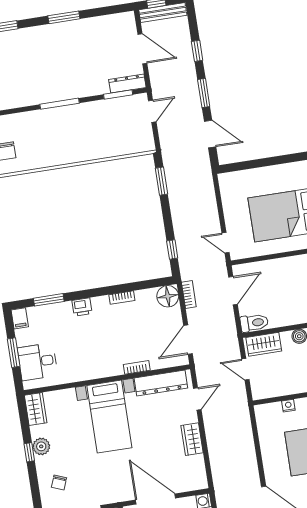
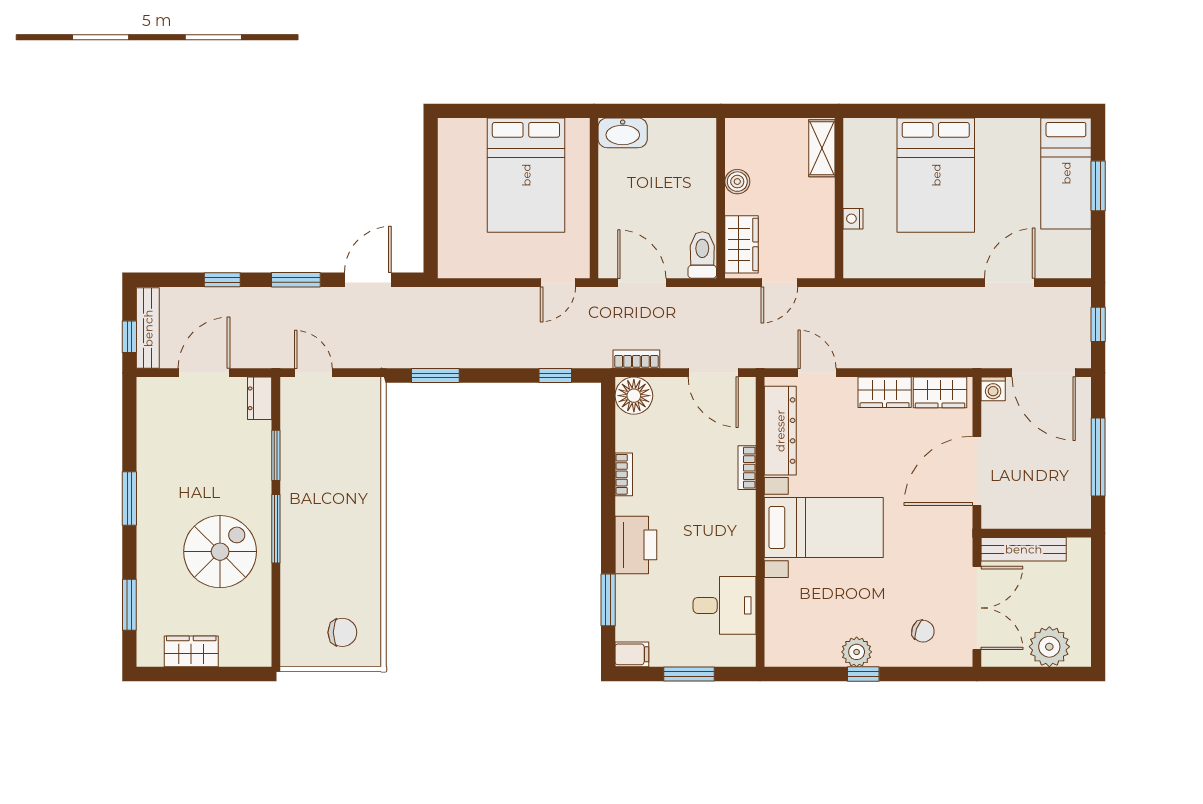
spiral stairs: (42, 74) -> (220, 552), added
dresser: (127, 84) -> (260, 398), width x0.70
window: (118, 95) -> (276, 455), moved
printer: (82, 307) -> (636, 545), width x1.87, depth x1.48
desk: (38, 362) -> (725, 605), moved, turned -90
wardrobe: (36, 409) -> (940, 392), moved, turned 180

